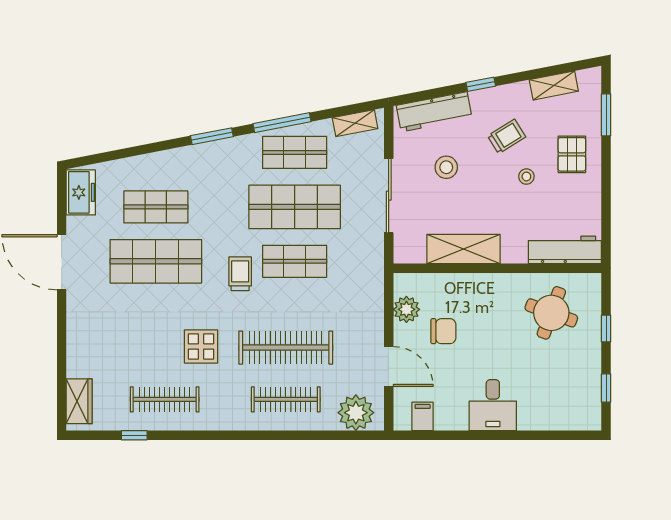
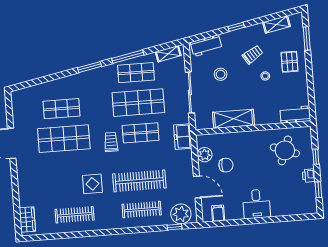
workbench: (434, 112) -> (206, 46), width x0.73
freezer: (81, 192) -> (183, 137), moved, turned 180
workbench: (565, 250) -> (295, 115), width x0.73
printer: (591, 361) -> (309, 176), added
window: (134, 435) -> (174, 227), moved

